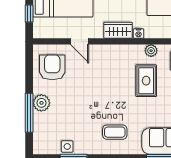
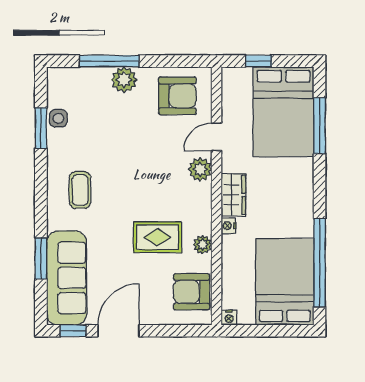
plant: (101, 52) -> (200, 169), added

